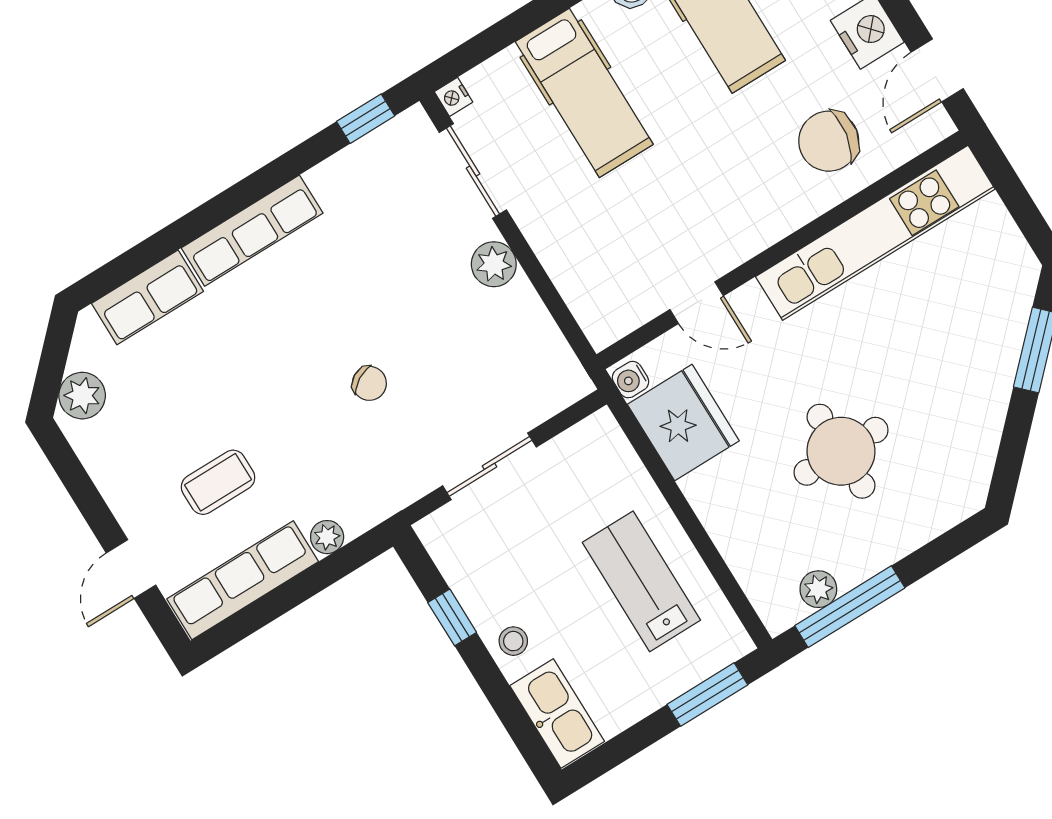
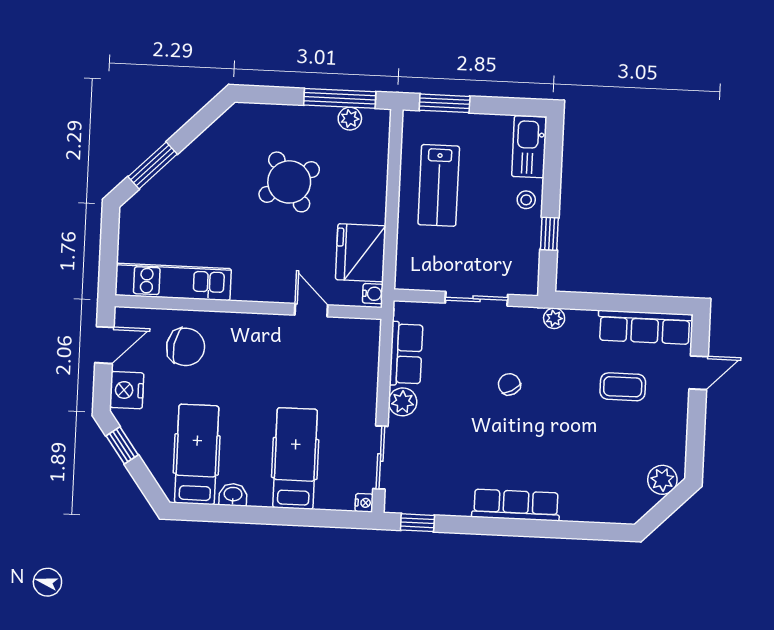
kitchen unit: (875, 233) -> (173, 282), width x0.73
row of seats: (148, 297) -> (406, 354), moved, turned 90
round table: (841, 451) -> (289, 182), turned -32
plant: (327, 537) -> (554, 318), moved

